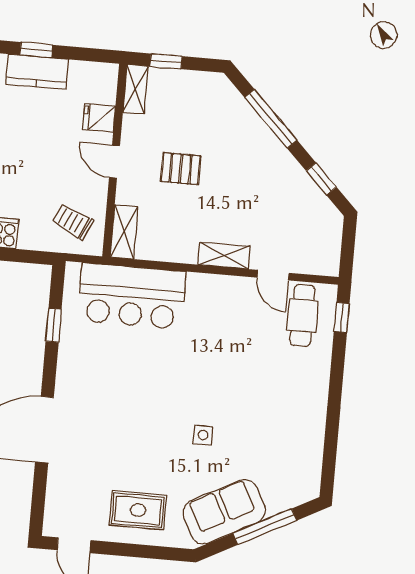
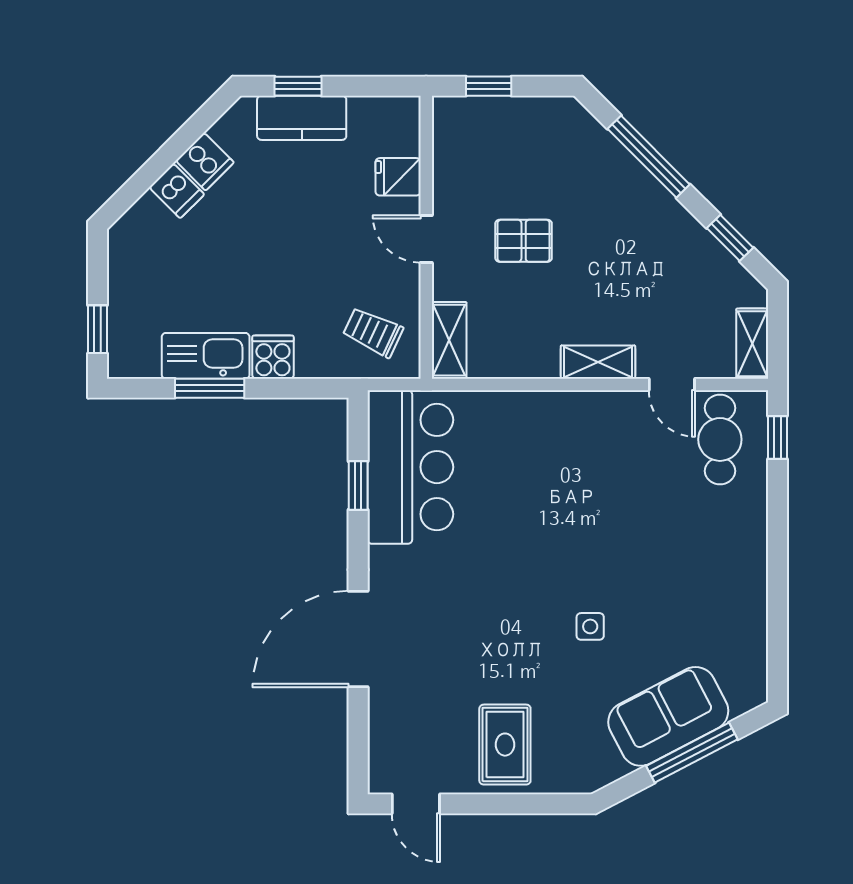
shelving: (136, 89) -> (752, 344), moved
bar counter: (132, 296) -> (410, 467), moved, turned -90
rug: (138, 510) -> (505, 745), turned 90
sofa: (224, 512) -> (668, 716), moved

